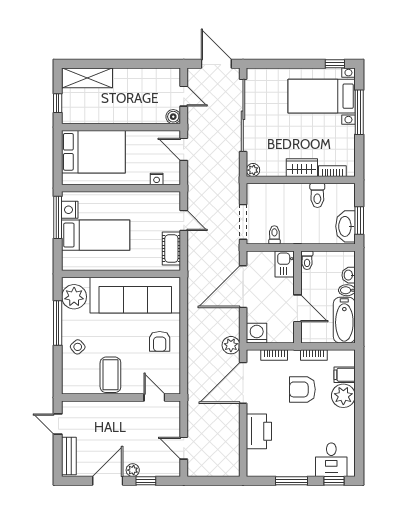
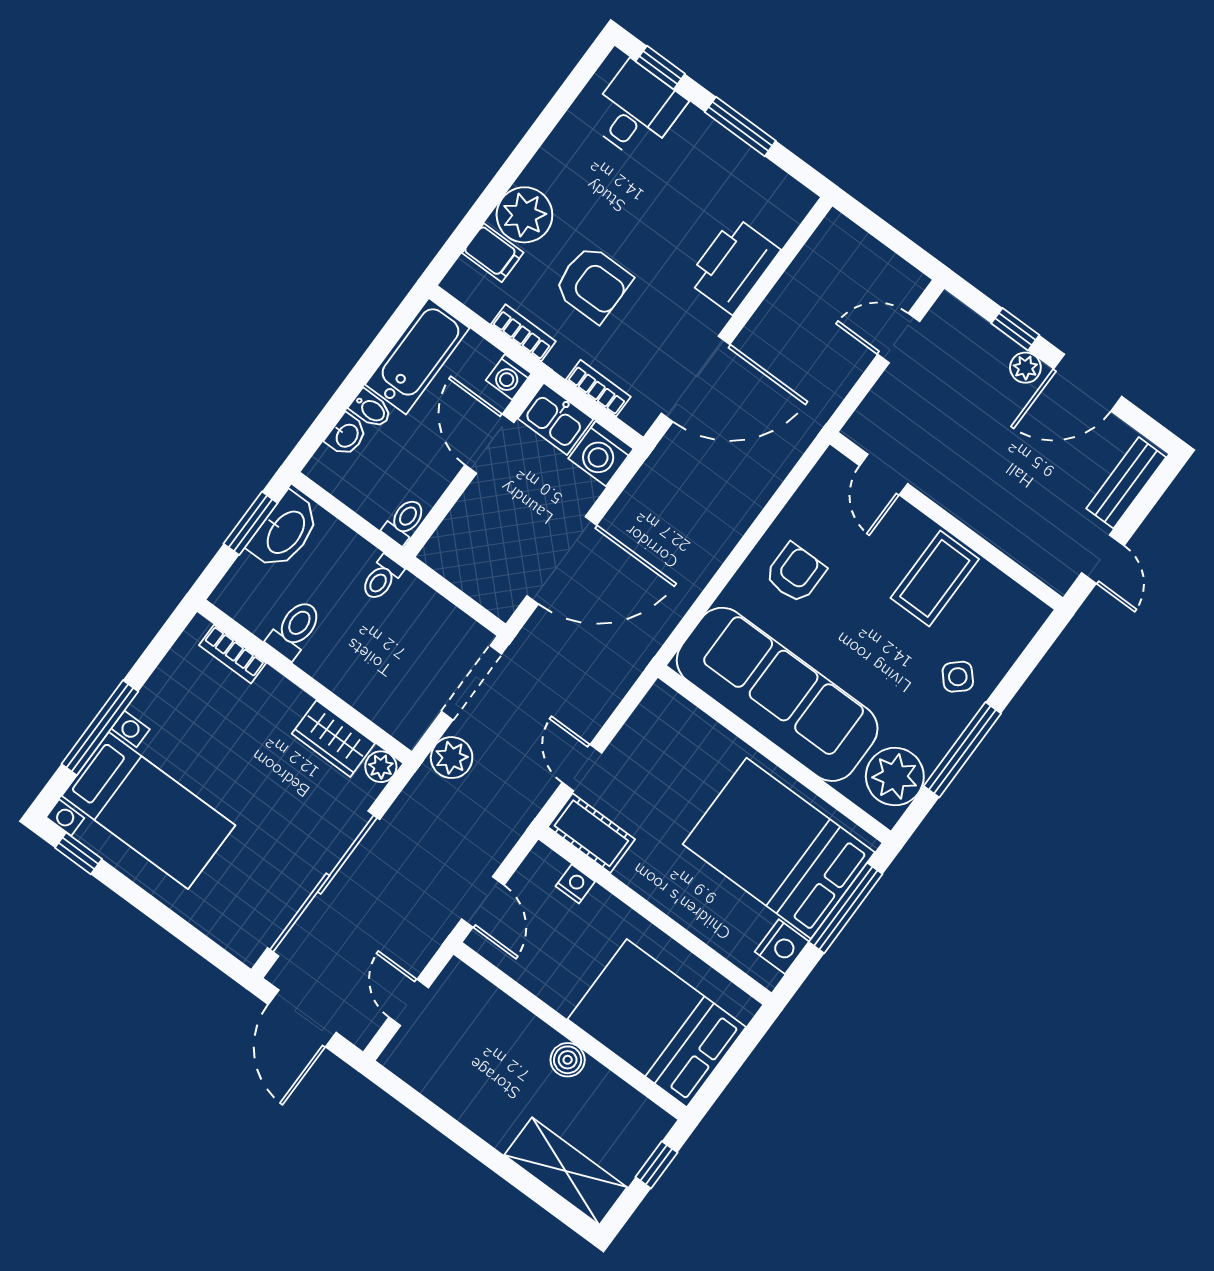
boiler: (173, 117) -> (568, 1060), moved
wardrobe: (302, 168) -> (333, 739), moved
window: (58, 217) -> (846, 908), moved
bed: (96, 235) -> (779, 848), width x1.50
toilet: (274, 235) -> (382, 578), moved
cot: (171, 249) -> (591, 833), moved, turned 90
kitchen sink: (285, 264) -> (555, 419), moved, turned 90
washing machine: (308, 336) -> (509, 377), added
plant: (231, 345) -> (452, 758), moved
door: (184, 448) -> (899, 338), swing flipped

